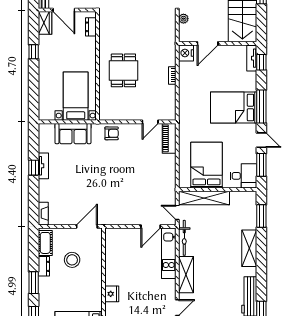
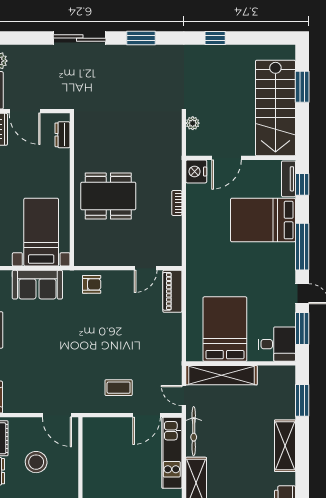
dining table: (123, 70) -> (108, 196), width x1.38
bed: (234, 108) -> (263, 220), moved
coffee table: (131, 207) -> (119, 388), added
door: (87, 226) -> (57, 415), swing flipped

